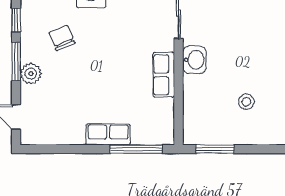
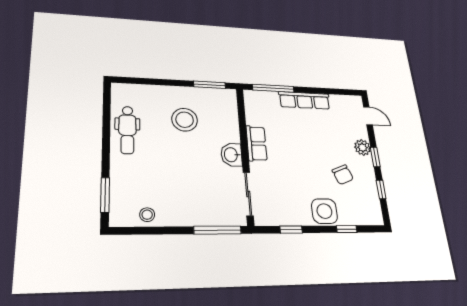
window: (16, 61) -> (375, 157), width x0.67
stool: (246, 102) -> (185, 120), width x1.89, depth x1.89
row of seats: (108, 134) -> (305, 100), width x1.48

